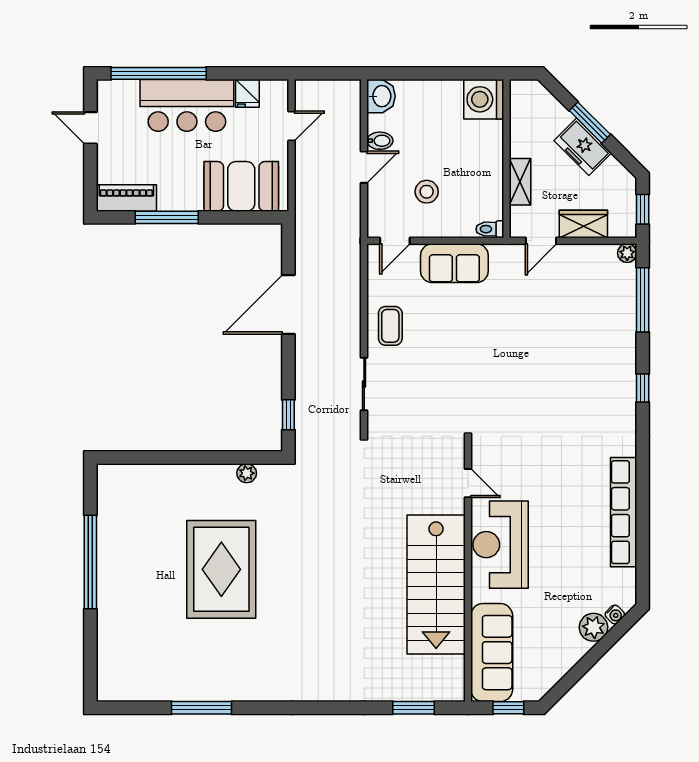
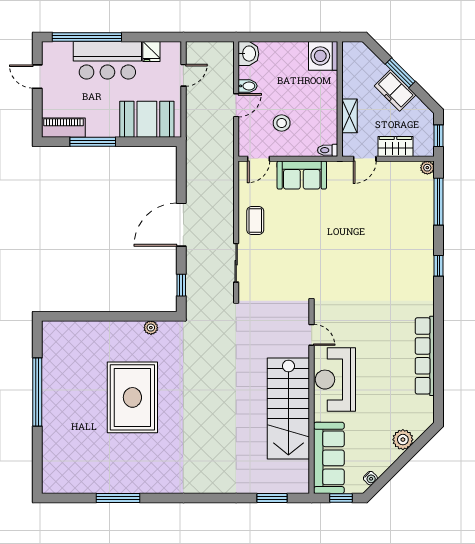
door: (288, 304) -> (181, 225), moved
water cooler: (615, 614) -> (370, 478), moved

